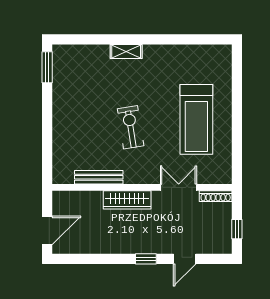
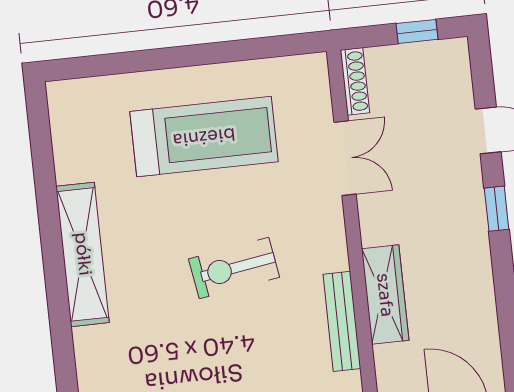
shelving: (126, 51) -> (83, 254), width x2.20, depth x1.33
double door: (179, 187) -> (345, 158), swing flipped
wardrobe: (127, 200) -> (385, 295), moved

